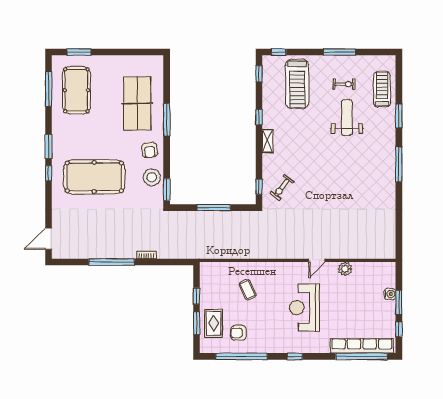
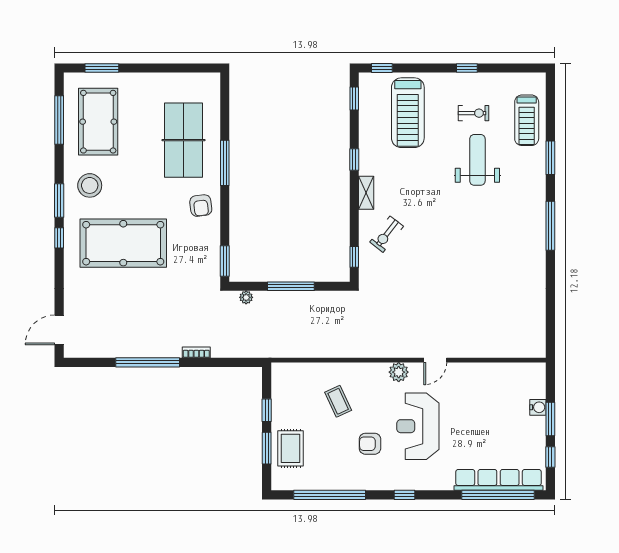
window: (339, 52) -> (467, 68), width x0.46
treadmill: (382, 89) -> (527, 120), turned 180
stool: (152, 177) -> (90, 185), moved
exercise bike: (282, 188) -> (387, 234), moved
plant: (182, 216) -> (246, 297), added
plant: (345, 269) -> (399, 372), moved
armchair: (238, 333) -> (370, 444), moved

